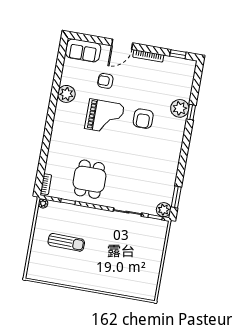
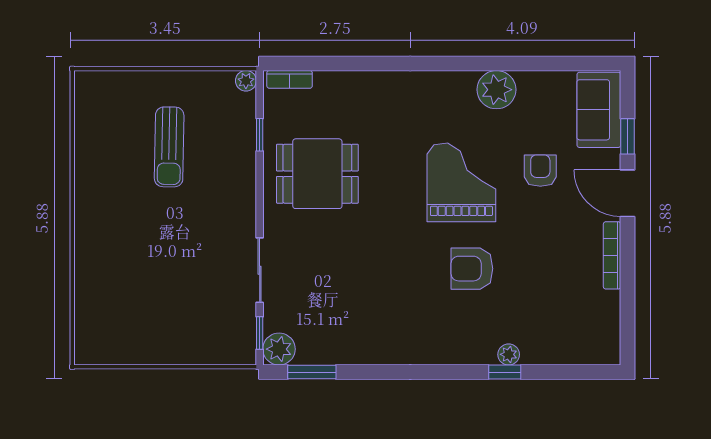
window: (178, 54) -> (628, 136), moved
plant: (180, 108) -> (509, 354), width x0.53, depth x0.53
grand piano: (105, 117) -> (461, 182), turned 180

